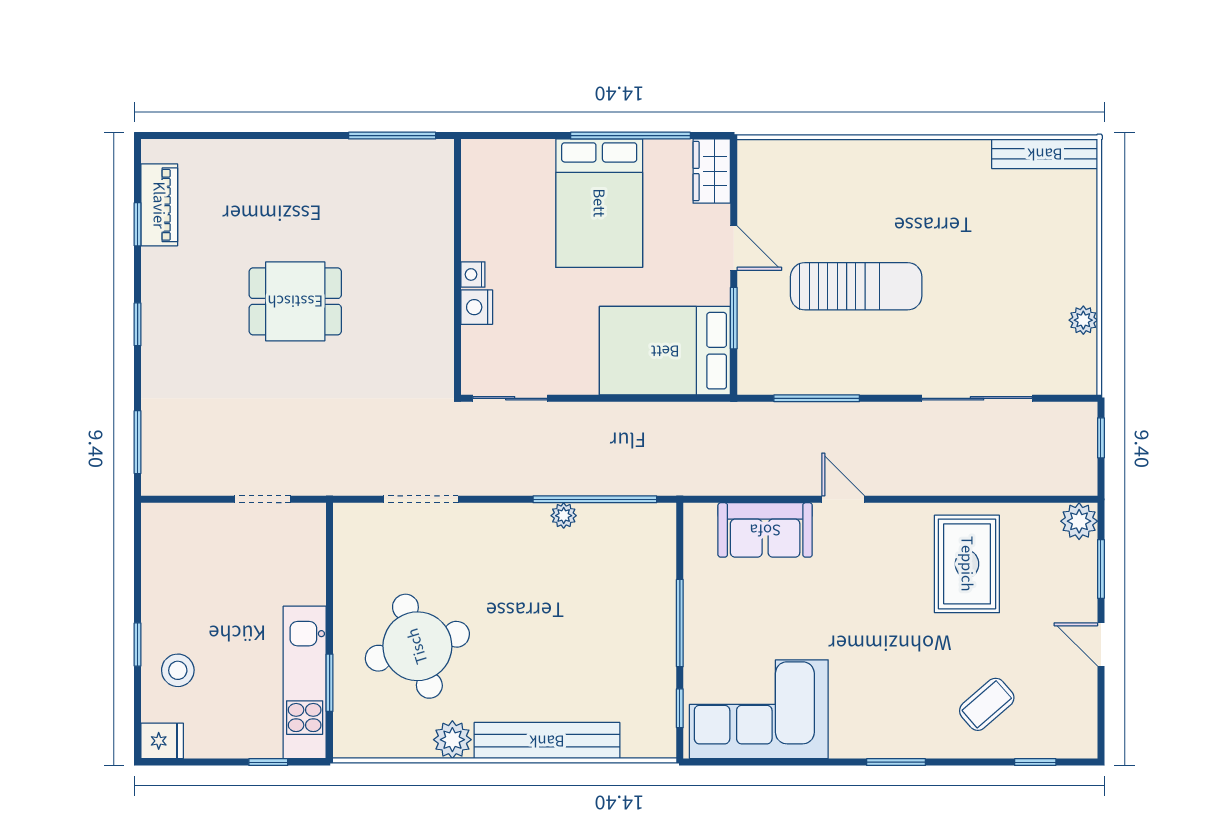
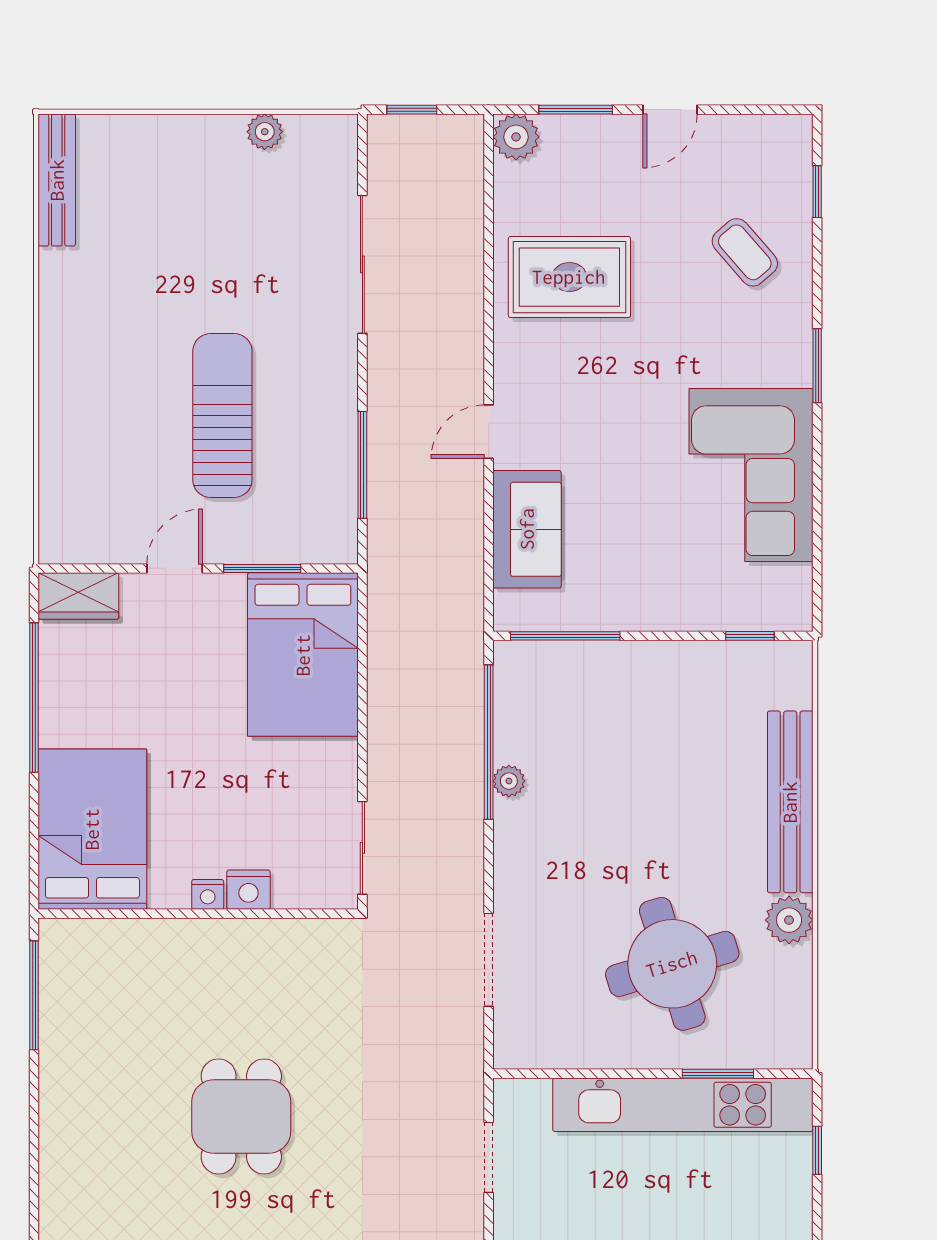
bed: (599, 203) -> (92, 829), moved, turned -90
window: (680, 623) -> (565, 636), moved
kitchen unit: (305, 682) -> (683, 1105), width x1.36
corner sofa: (759, 709) -> (751, 475), moved

